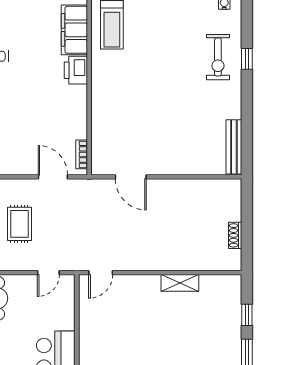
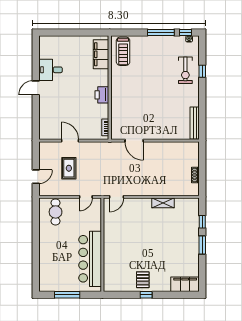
printer: (76, 70) -> (102, 95), moved
door: (53, 177) -> (70, 141), moved

